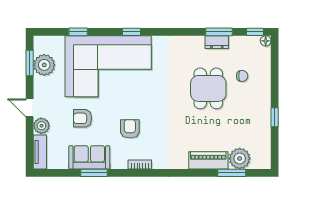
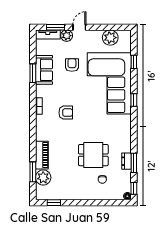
window: (30, 63) -> (56, 27), moved
window: (275, 117) -> (54, 203), moved
armchair: (130, 129) -> (66, 113), moved

